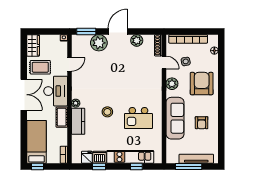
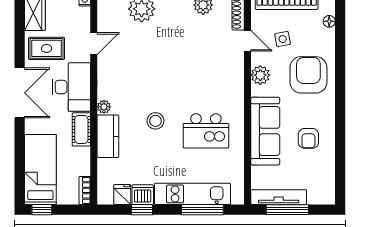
tv unit: (196, 159) -> (279, 197), moved
window: (136, 167) -> (202, 210), width x2.17

